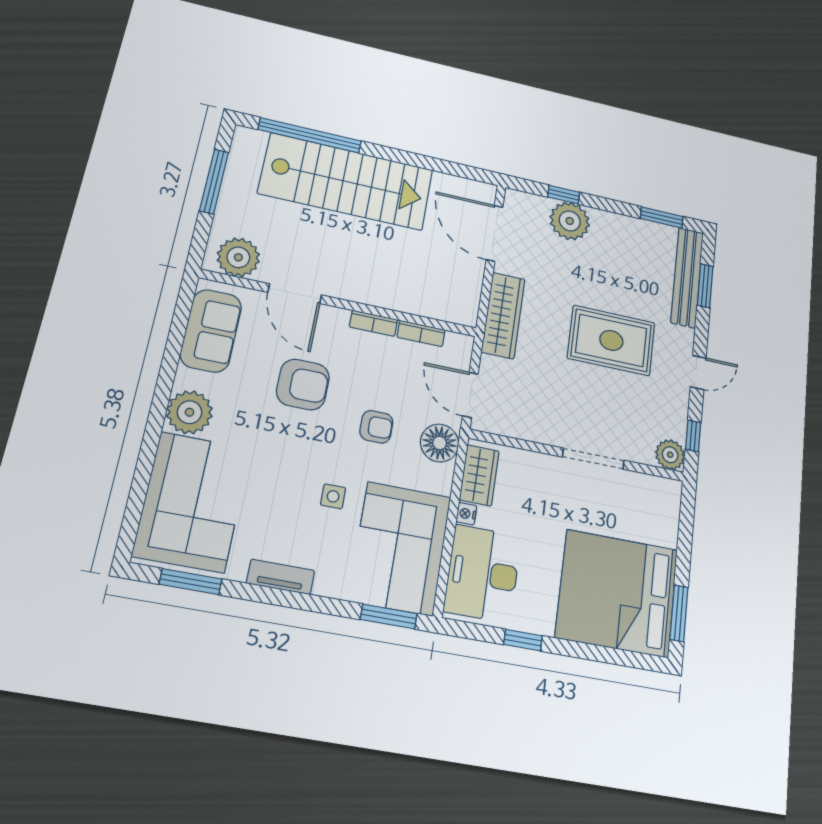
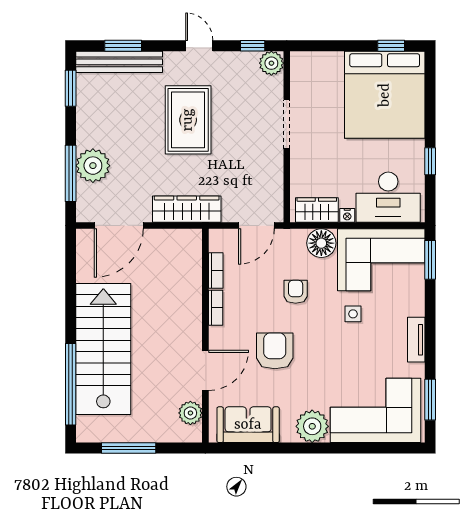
window: (564, 195) -> (71, 173), width x2.17
plant: (238, 257) -> (190, 413), width x0.73, depth x0.73
floor lamp: (440, 443) -> (321, 243), moved
window: (679, 613) -> (391, 46), width x0.67

